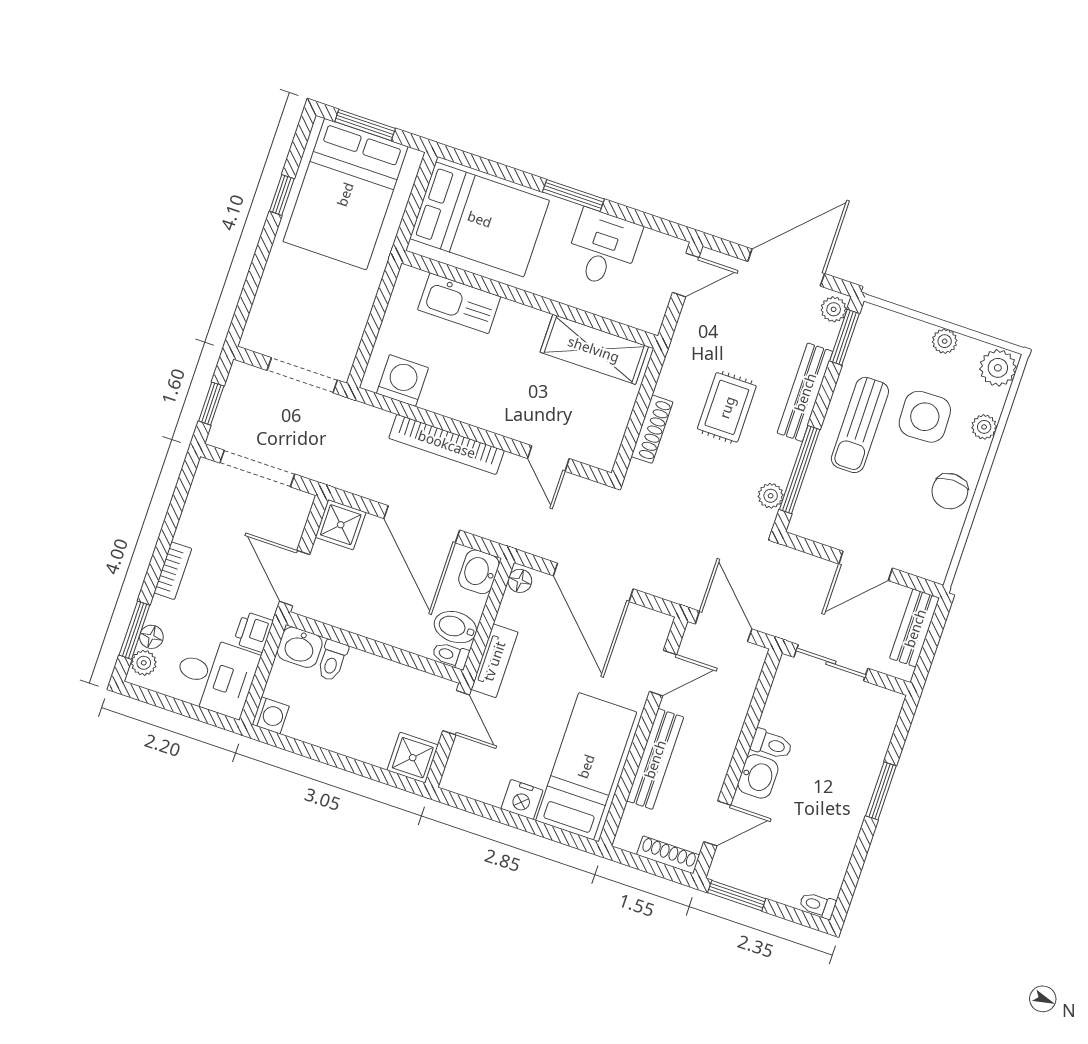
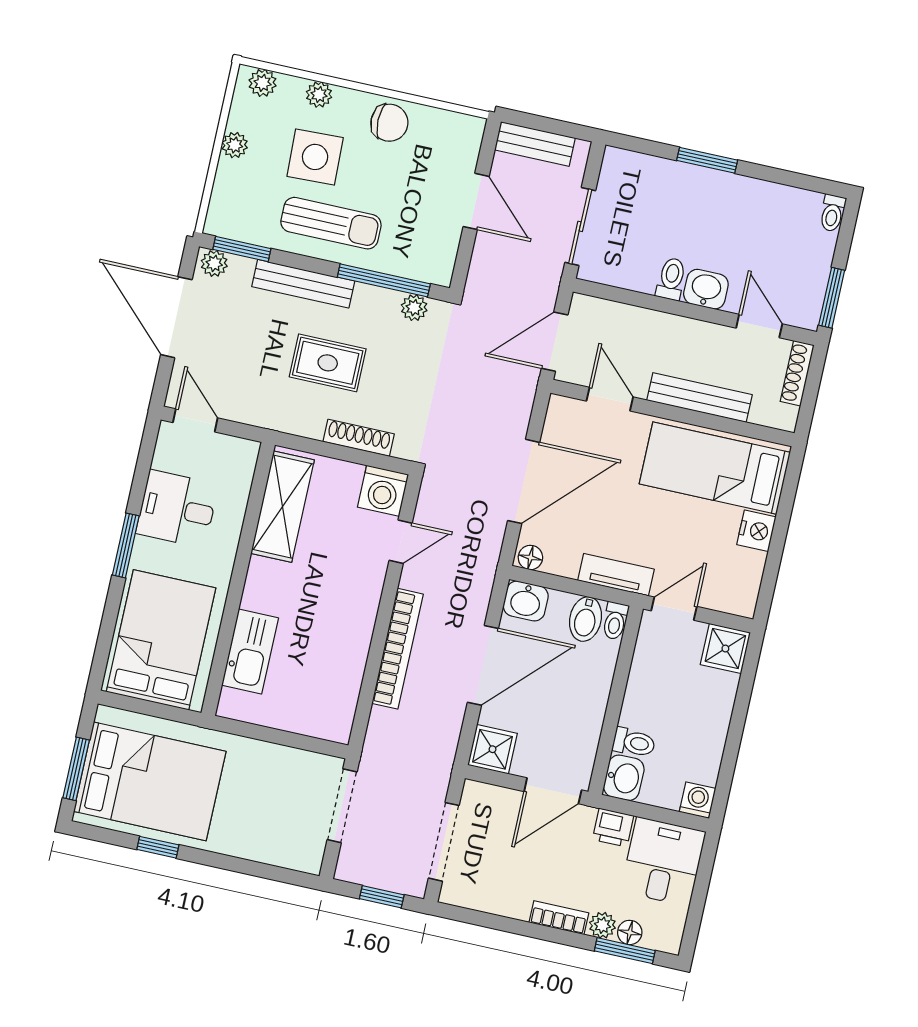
plant: (998, 368) -> (263, 83), width x0.73, depth x0.73
washing machine: (402, 381) -> (383, 491), moved, turned -90
plant: (144, 663) -> (602, 925), moved

